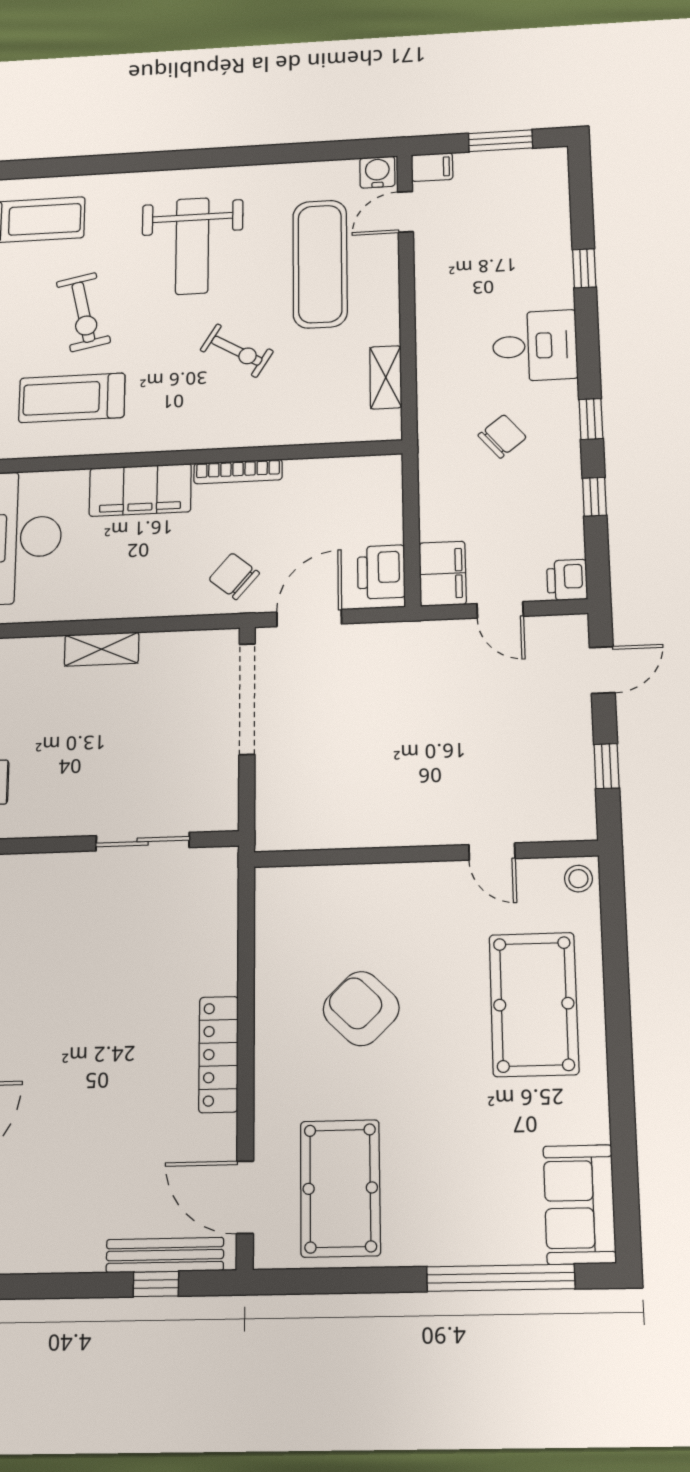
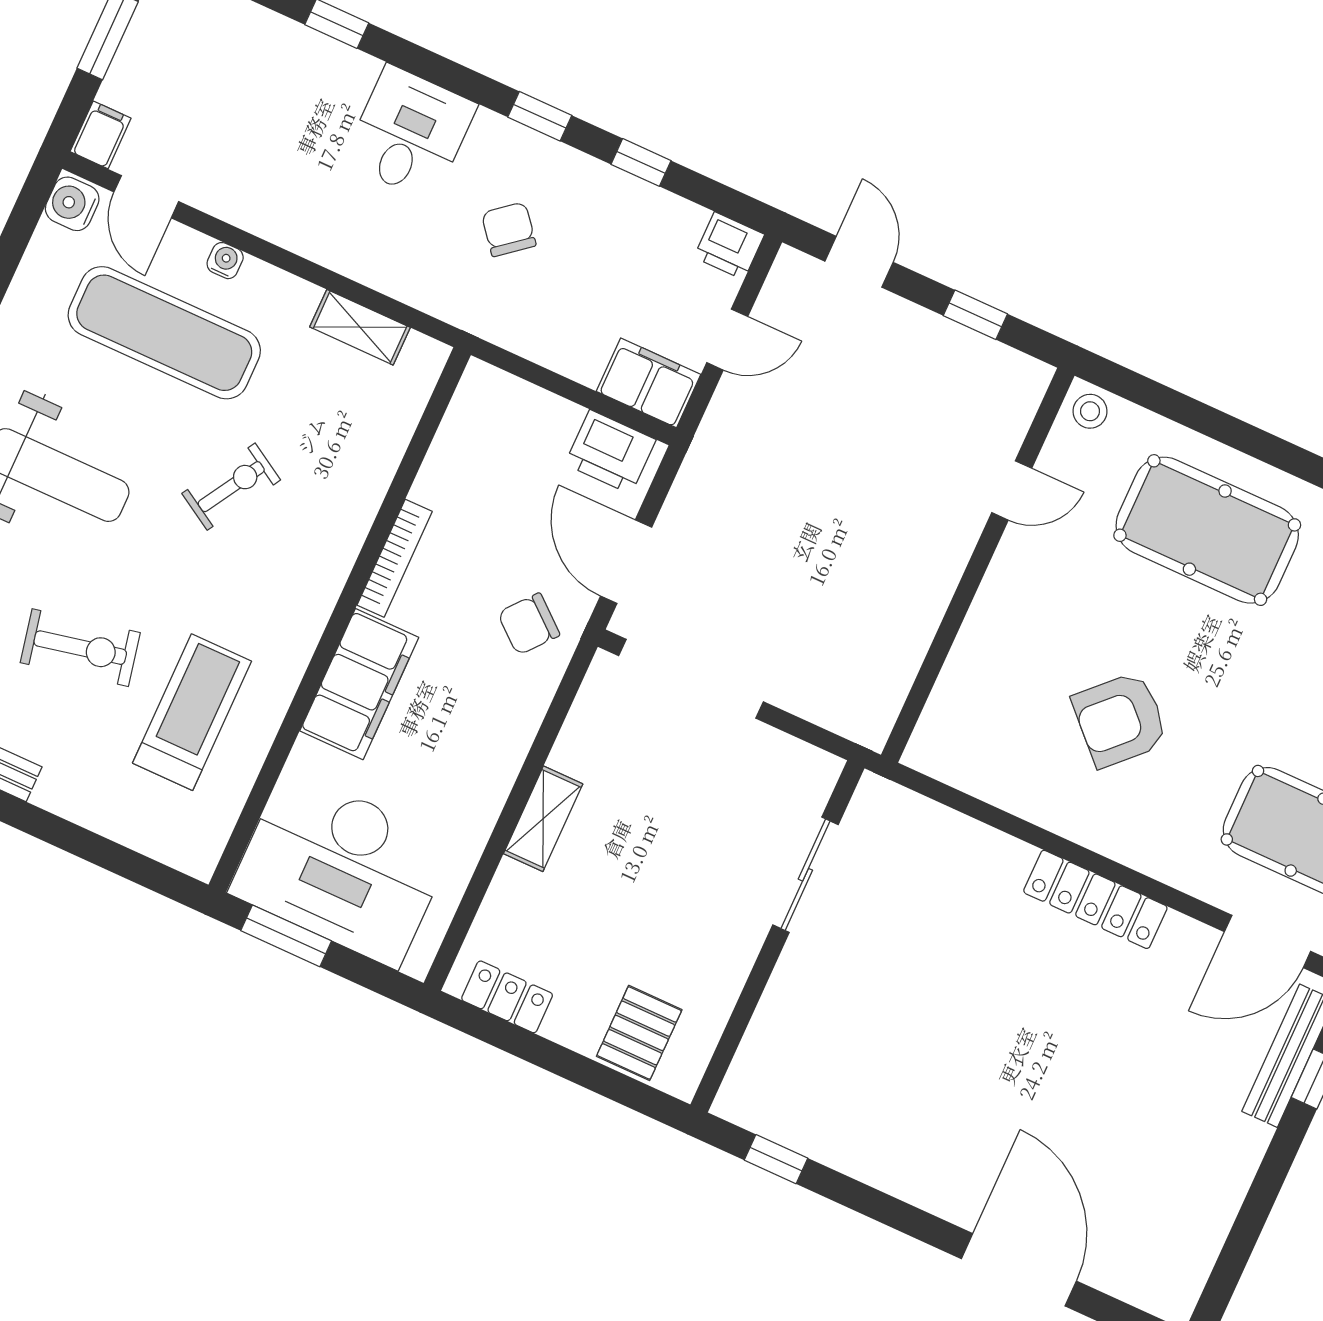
water cooler: (388, 277) -> (225, 261), added
treadmill: (72, 398) -> (192, 712), turned 180

